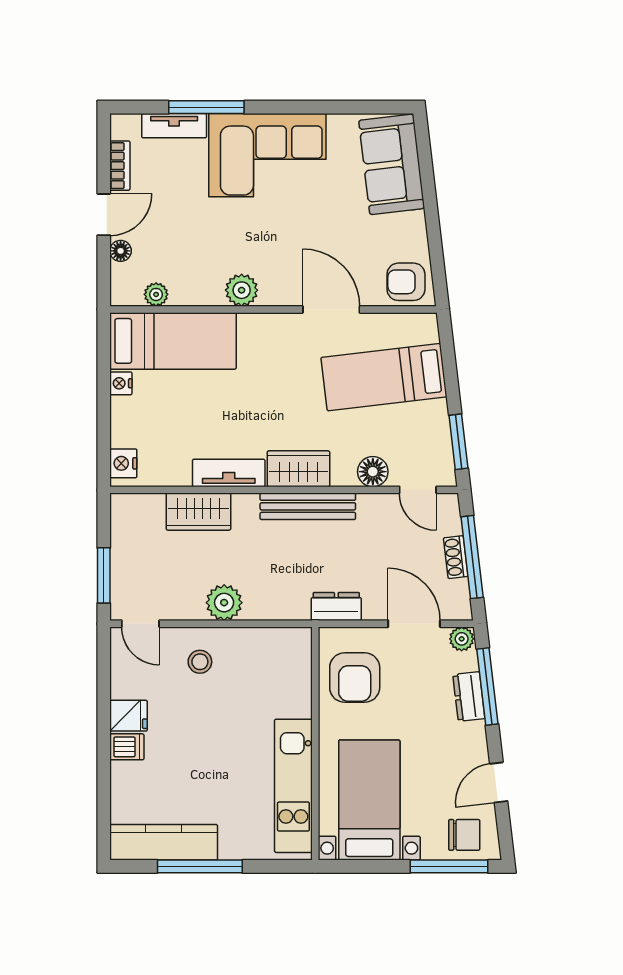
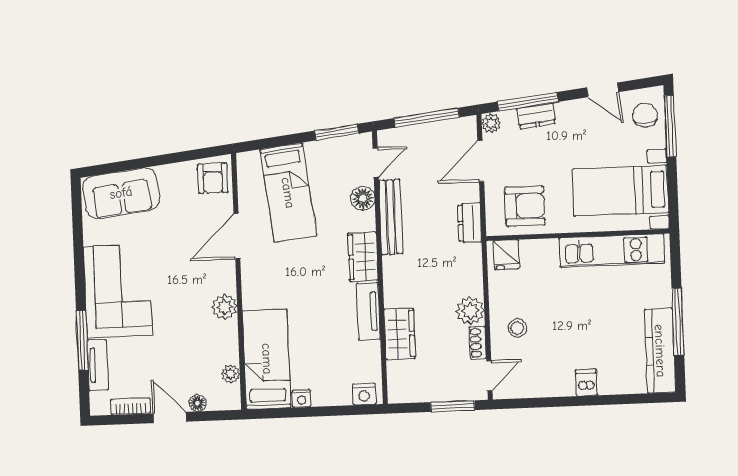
bench: (308, 506) -> (391, 217), moved
shoe rack: (456, 557) -> (478, 343), moved, turned 97
fridge: (129, 716) -> (506, 255), moved, turned 180

